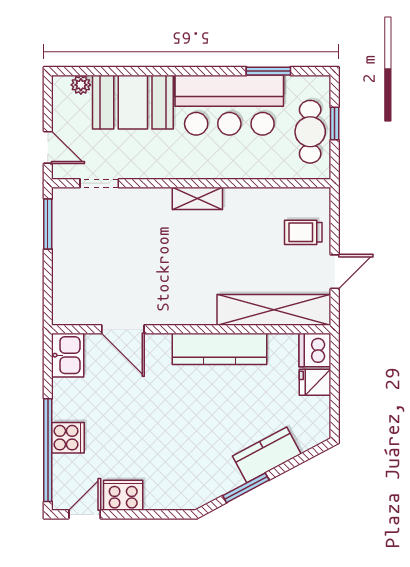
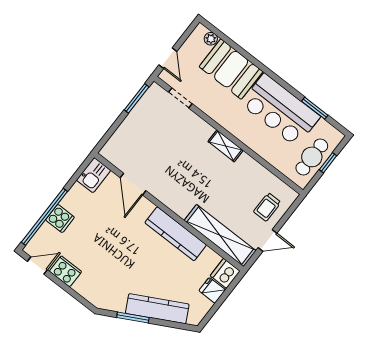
trolley: (303, 232) -> (267, 207), turned -90
kitchen counter: (267, 455) -> (157, 309), width x1.50

